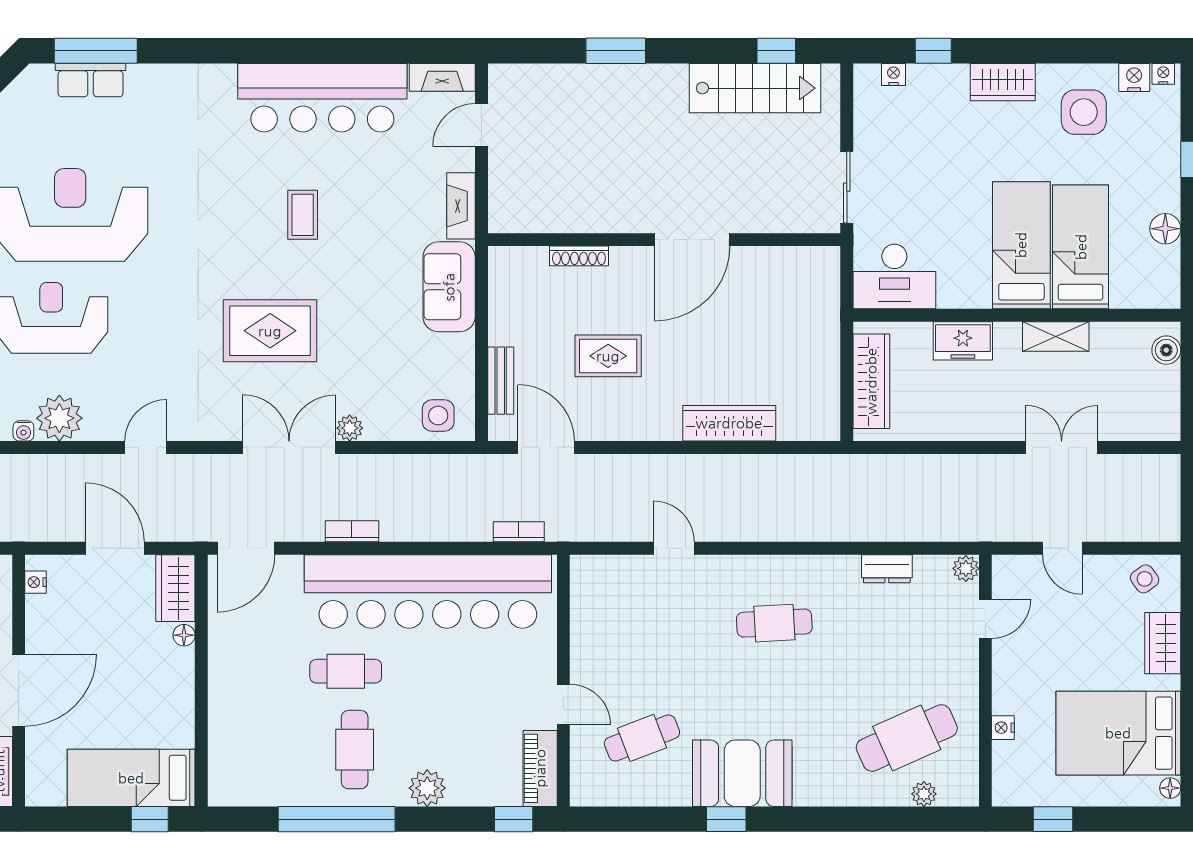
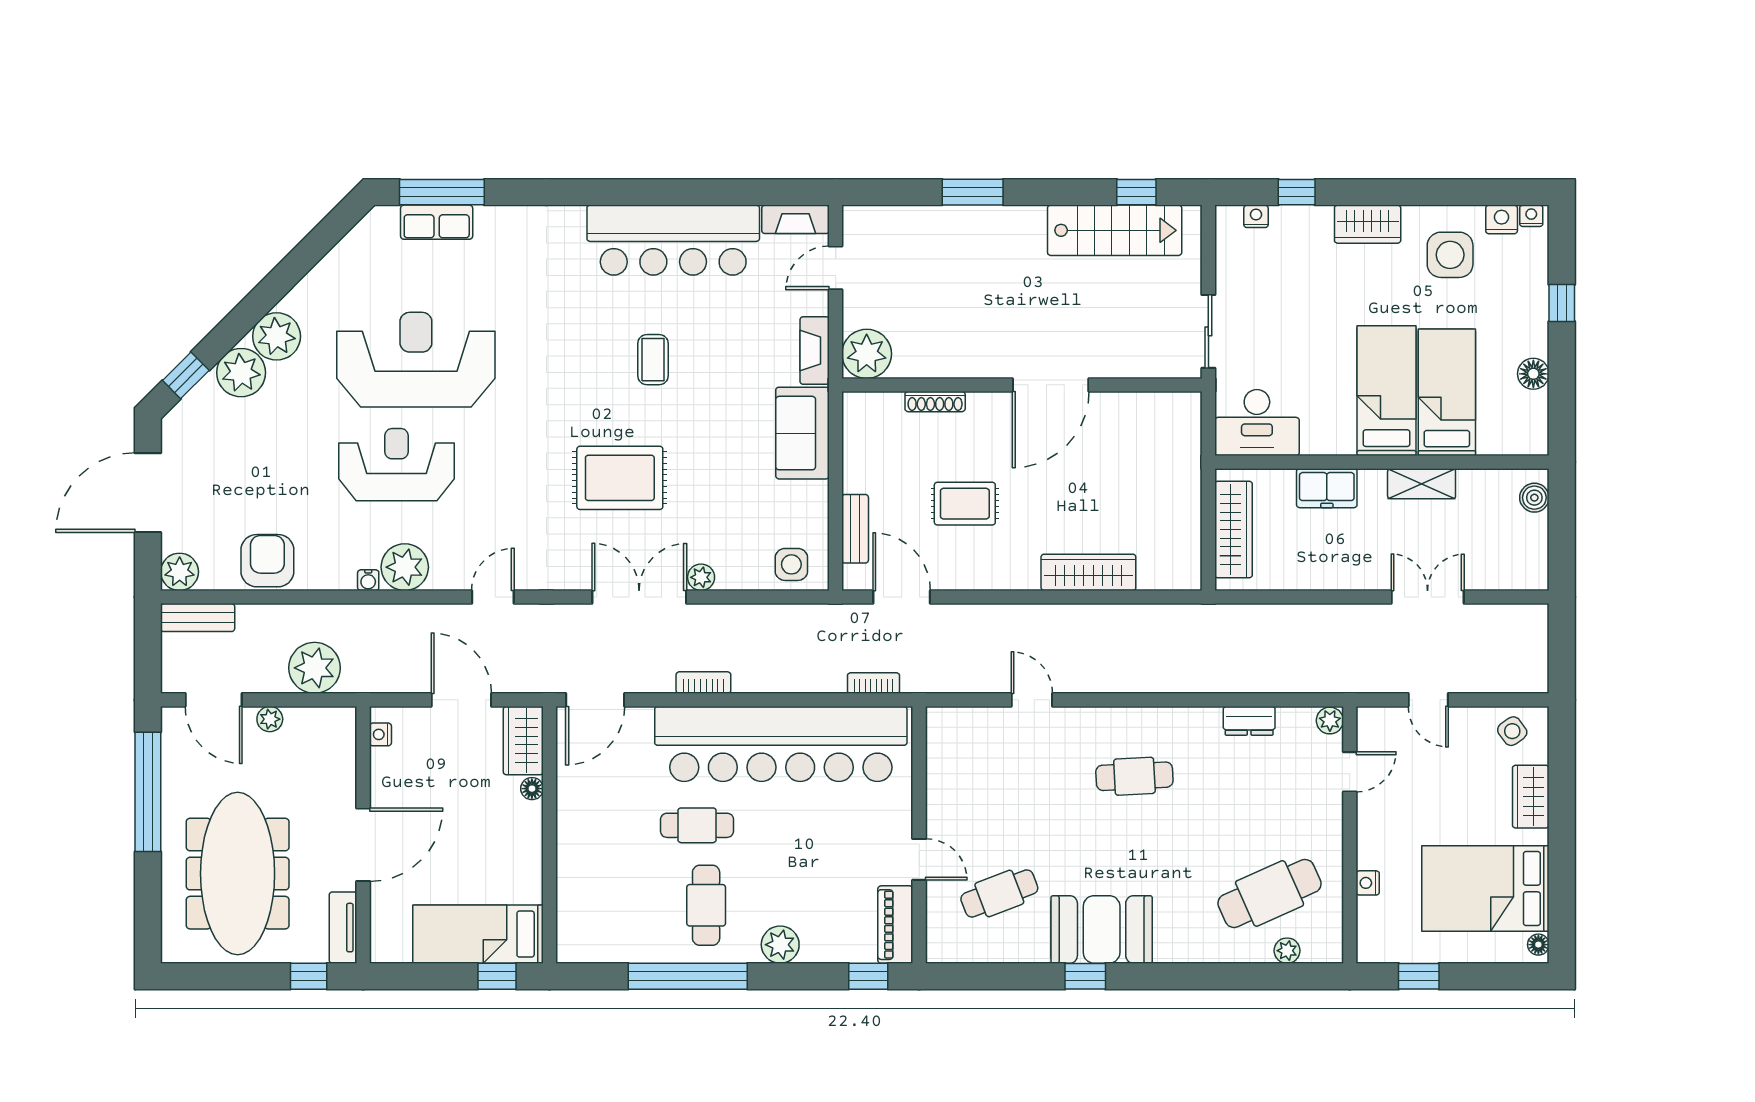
plant: (512, 209) -> (867, 354), added

